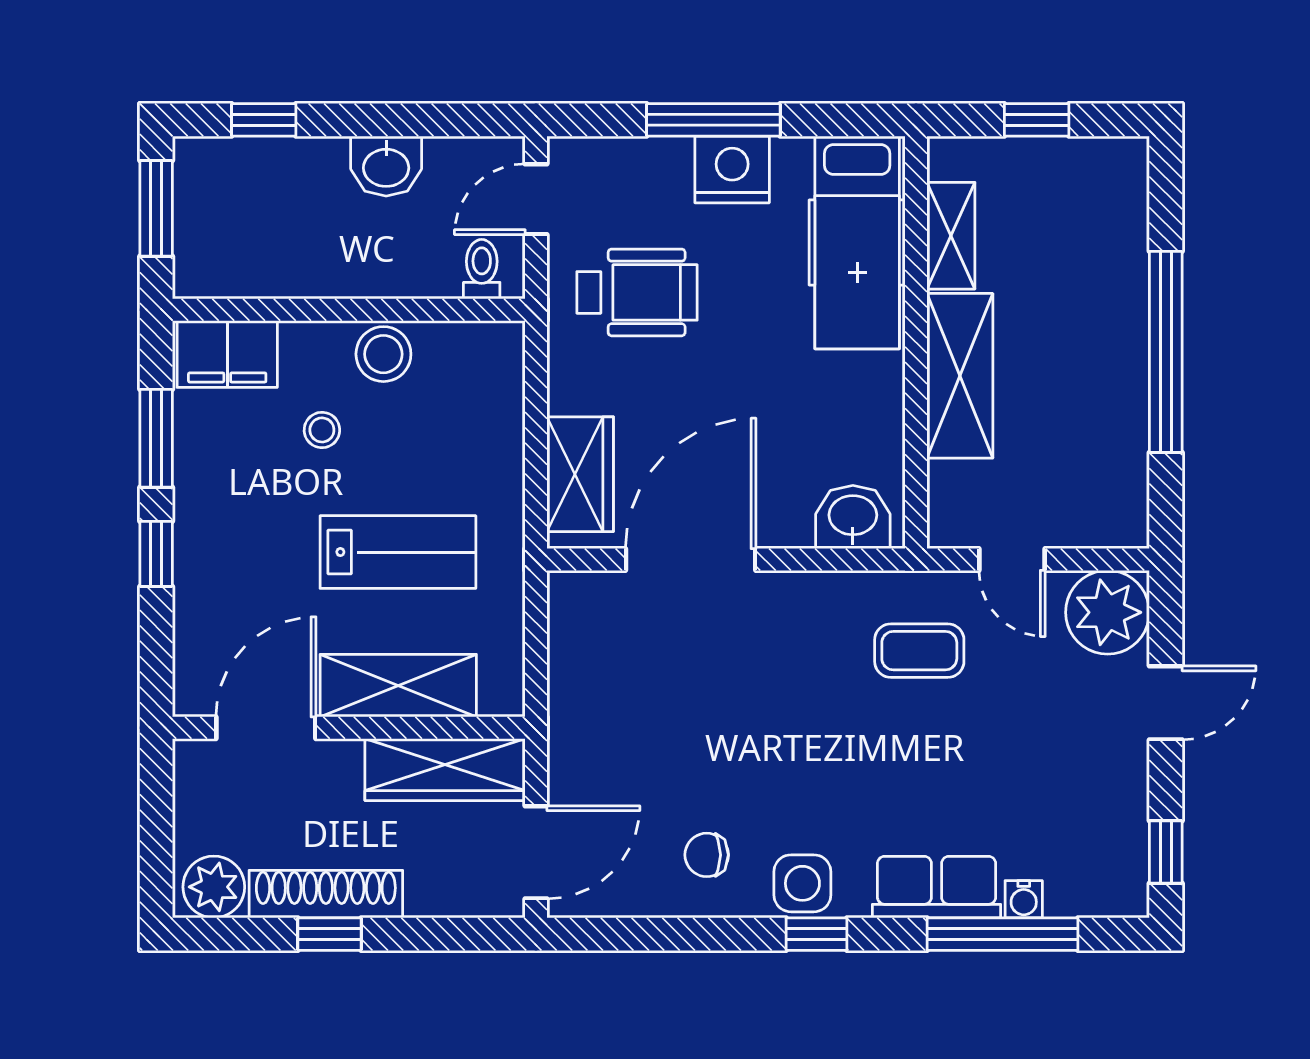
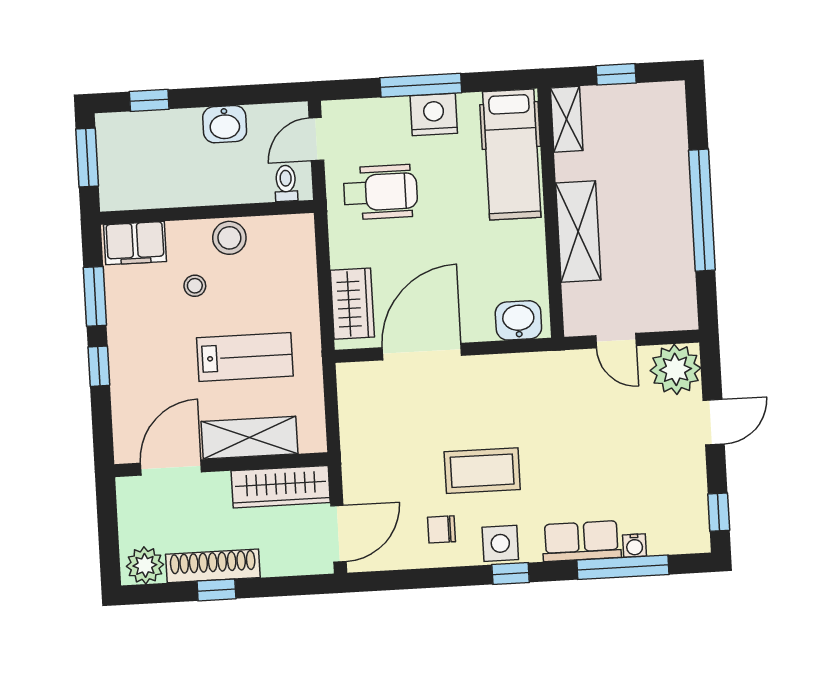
shelving: (951, 236) -> (567, 119), moved
coffee table: (919, 651) -> (482, 471), moved, width x1.36, depth x1.30

